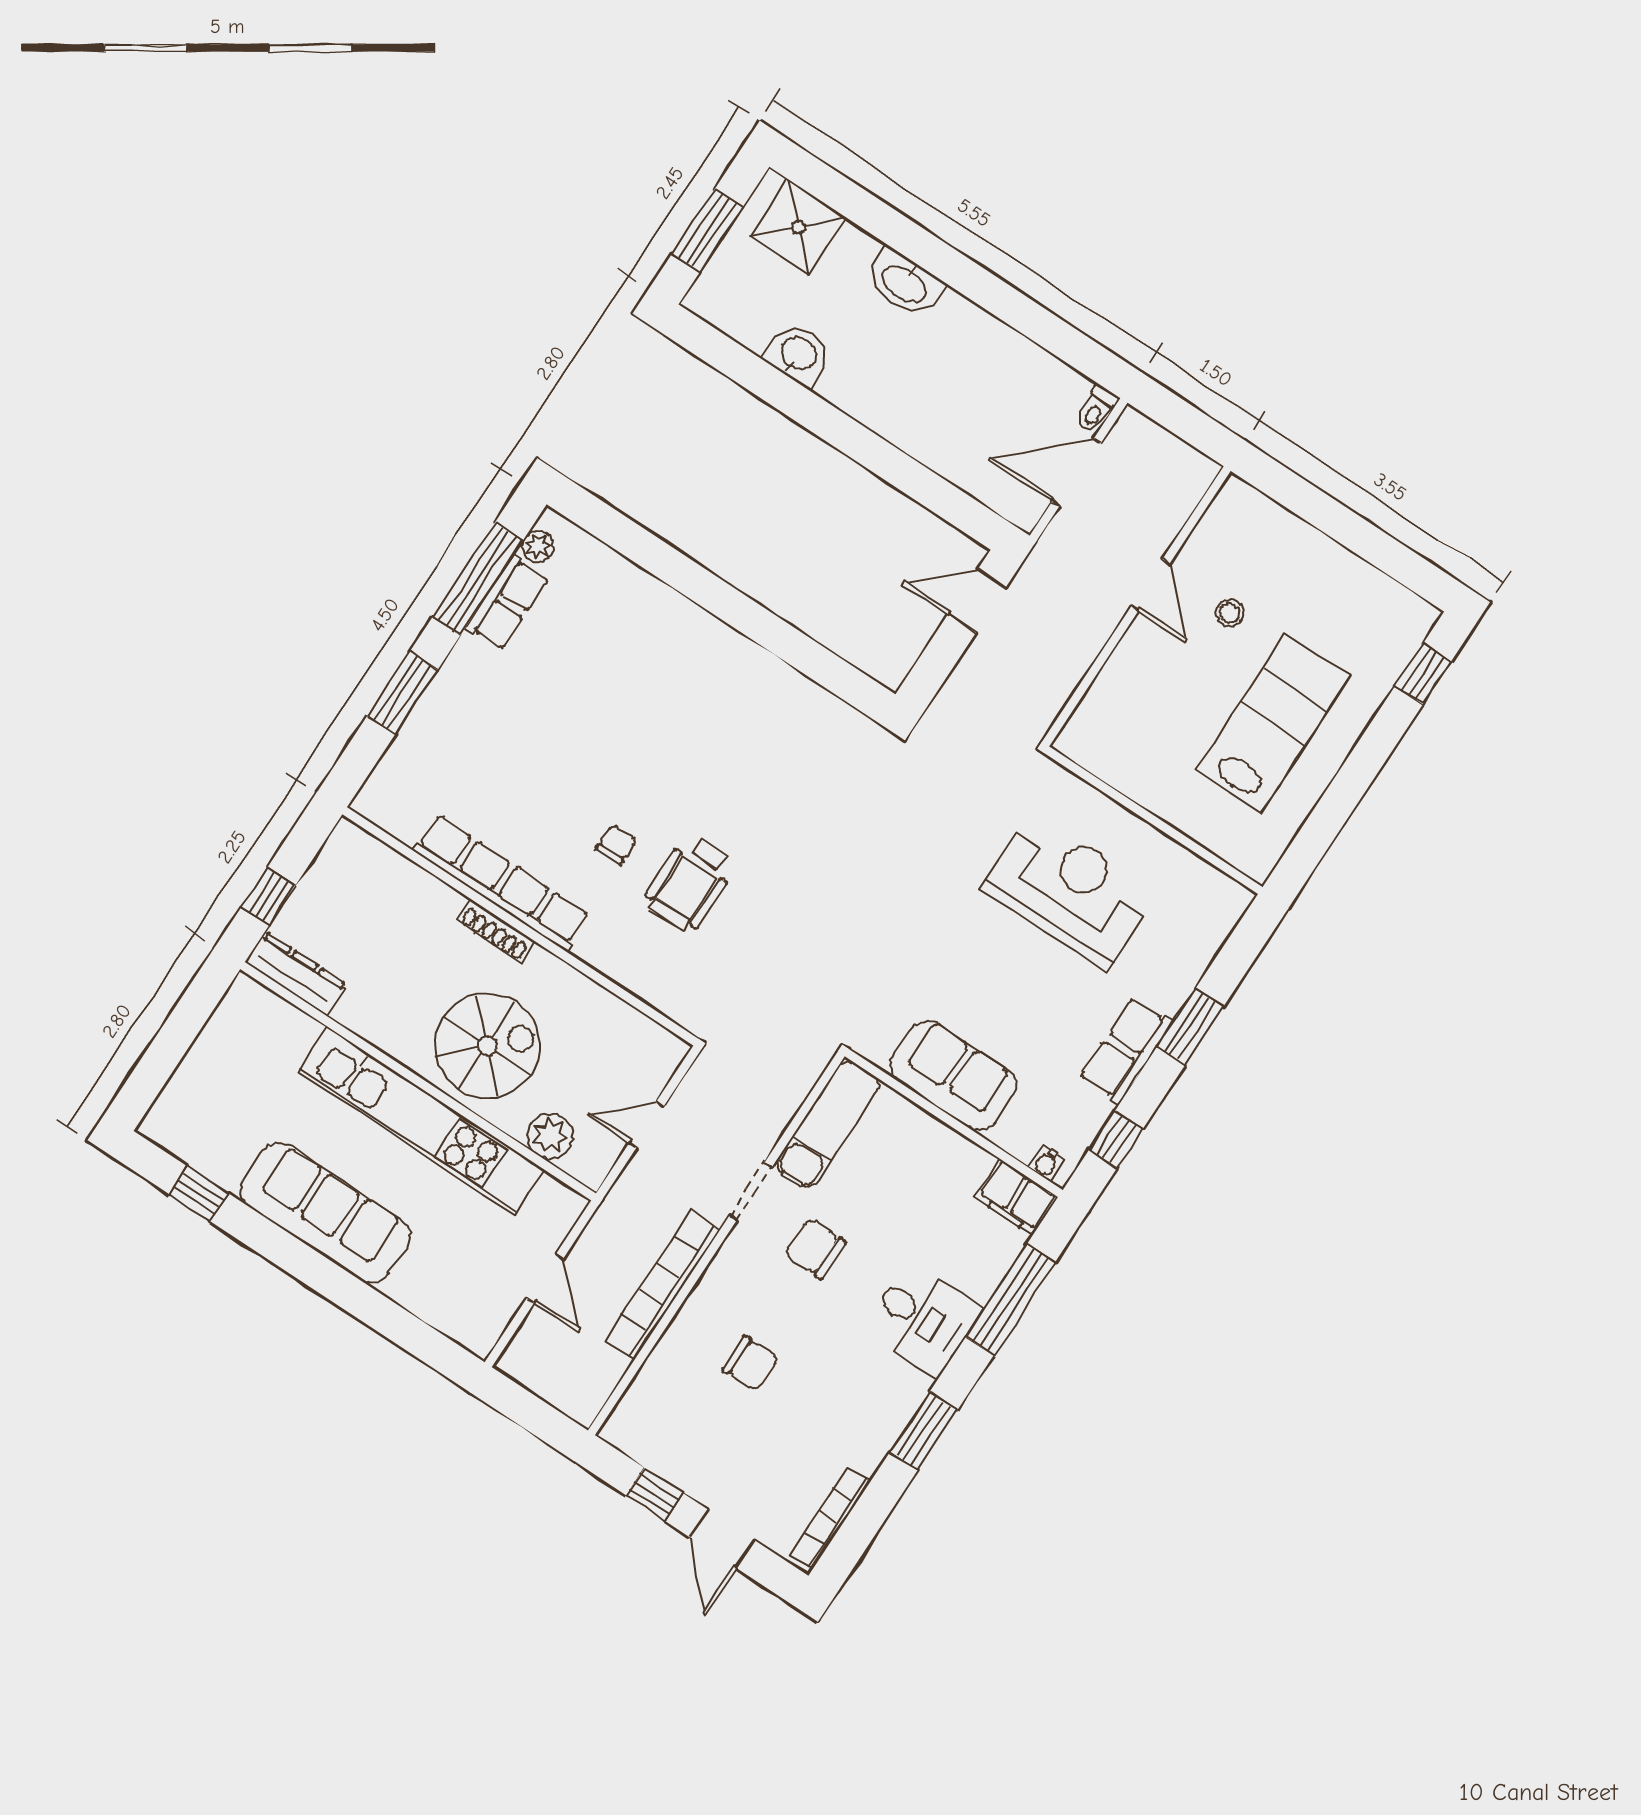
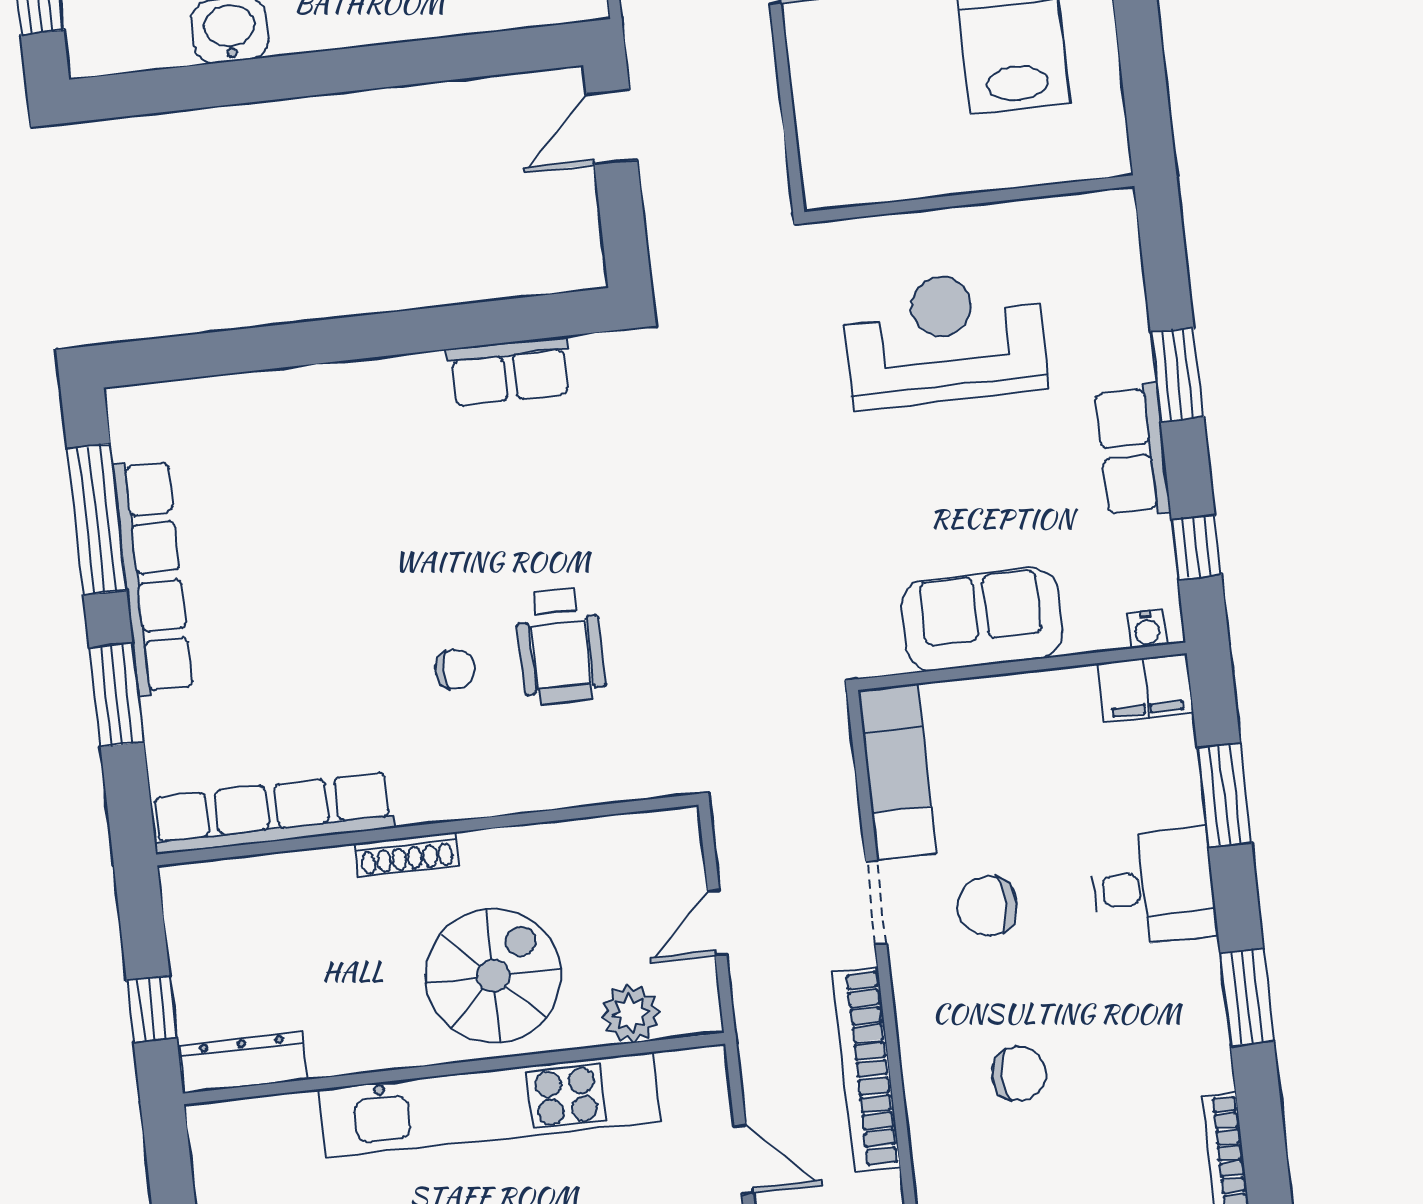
plant: (538, 546) -> (130, 437), removed
row of seats: (507, 603) -> (153, 577), width x2.02
row of seats: (796, 695) -> (509, 371), added
chair: (616, 845) -> (455, 669), turned 90
row of seats: (501, 883) -> (272, 813), moved
window: (1010, 1300) -> (1224, 795), width x0.69

